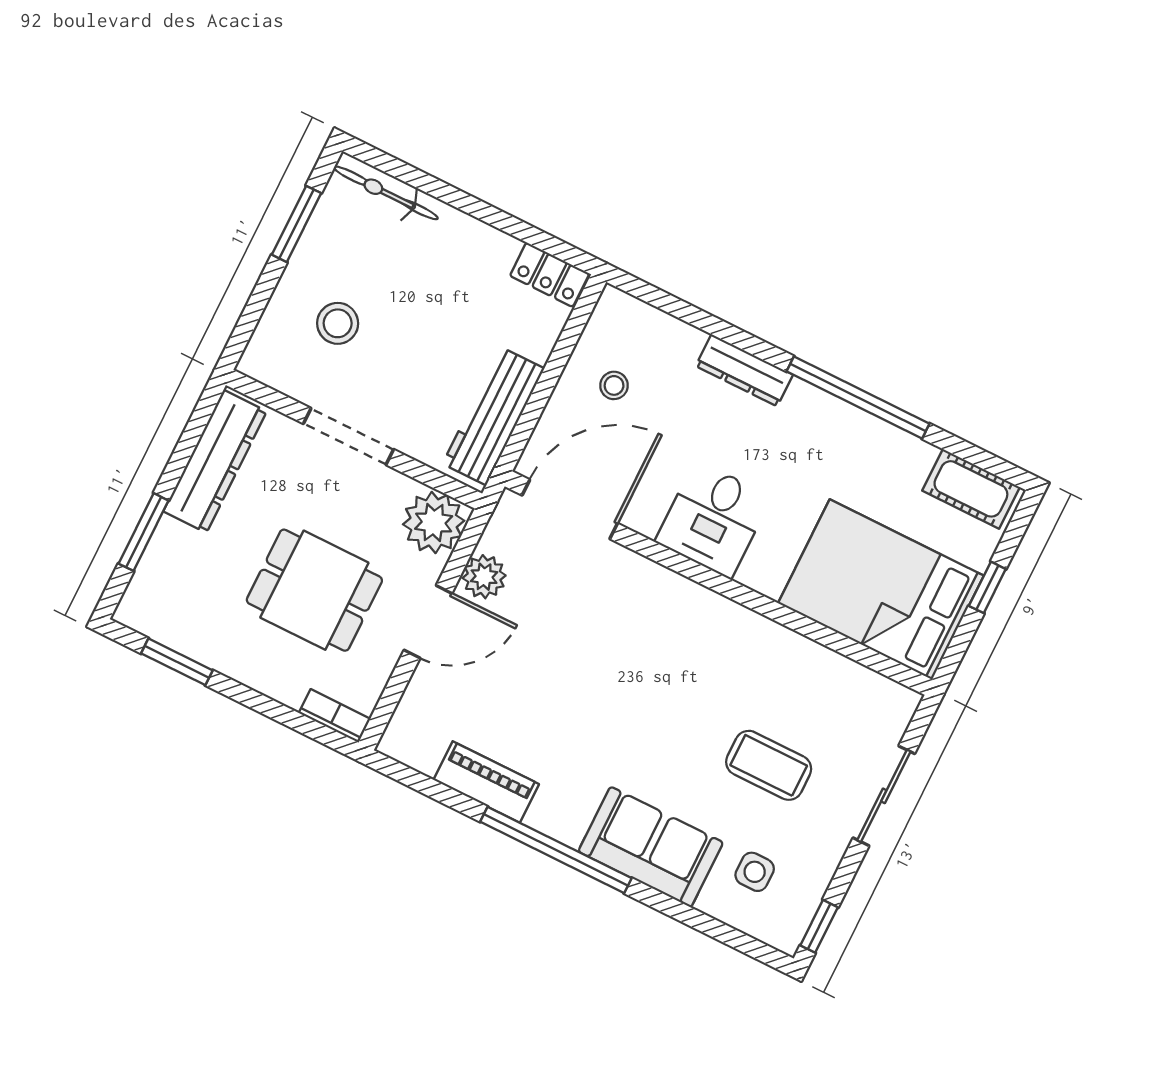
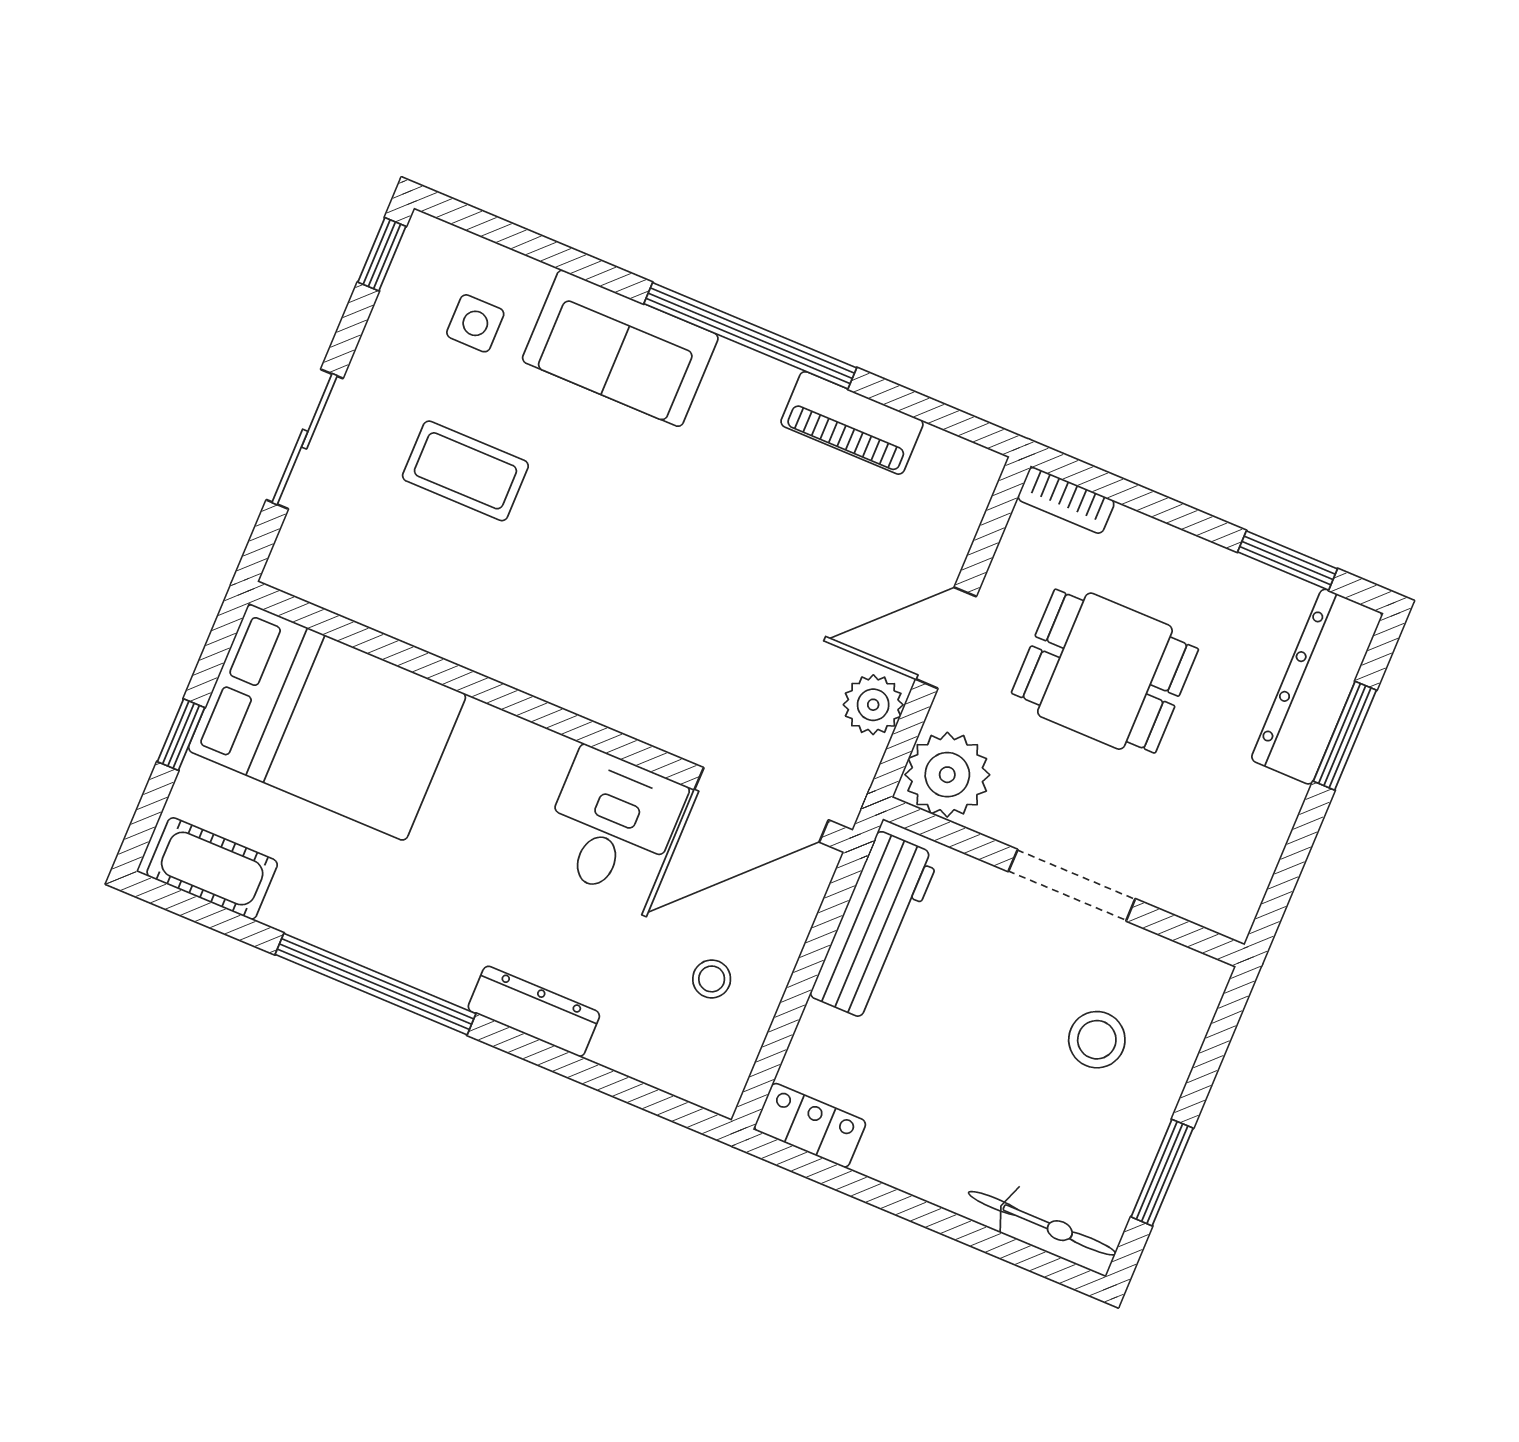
dresser: (215, 461) -> (1317, 687), moved
desk: (713, 519) -> (612, 824), moved

